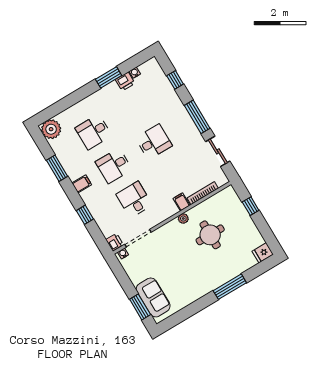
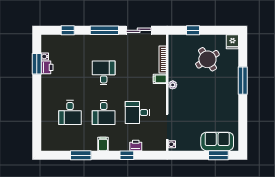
window: (109, 77) -> (37, 64), moved
plant: (51, 129) -> (50, 142), removed
round table: (210, 235) -> (207, 59), moved, turned -33
printer: (115, 242) -> (136, 145), moved

